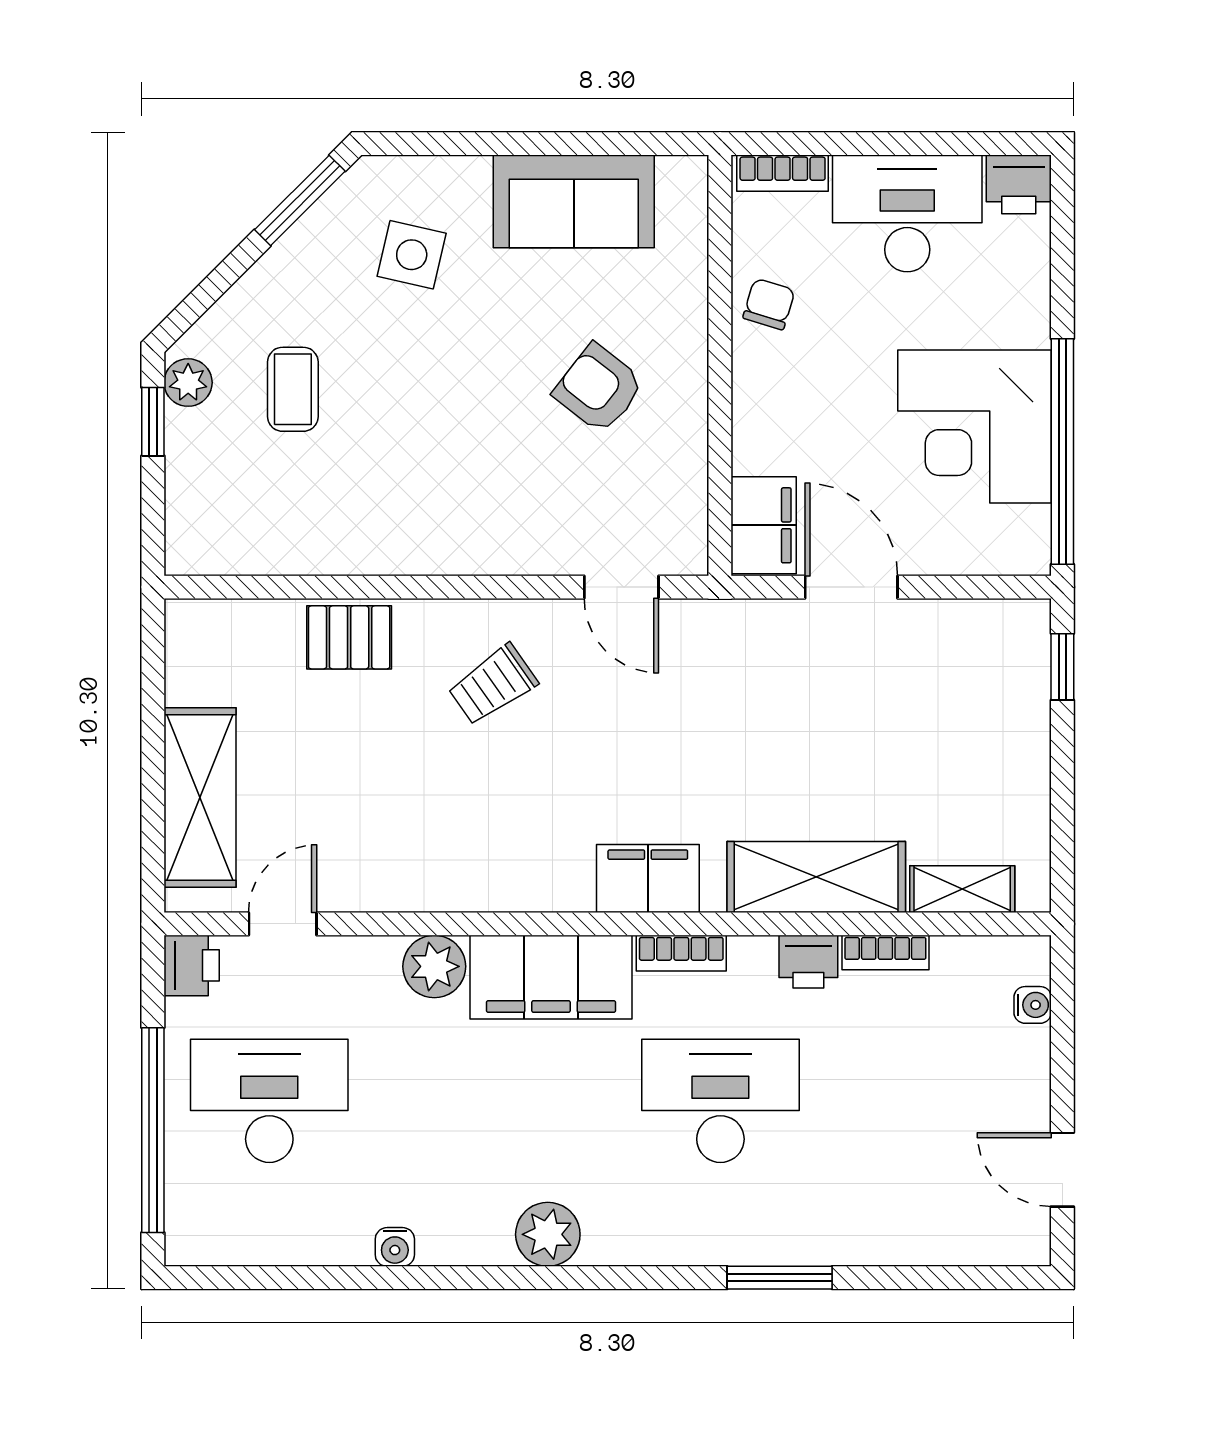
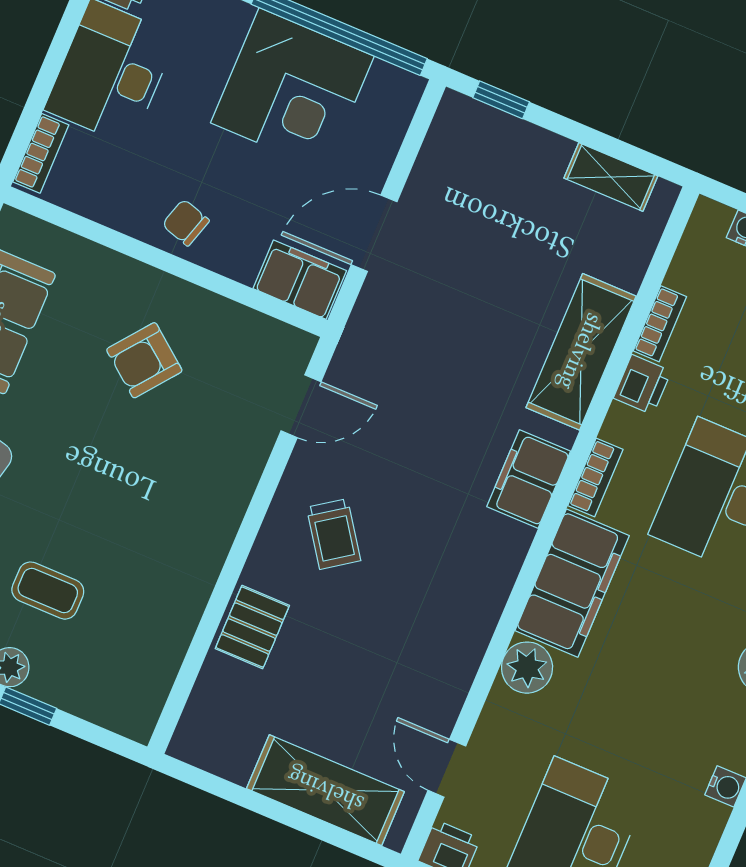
chair: (769, 304) -> (186, 223), moved
shelving: (962, 889) -> (611, 177), moved, turned 90

